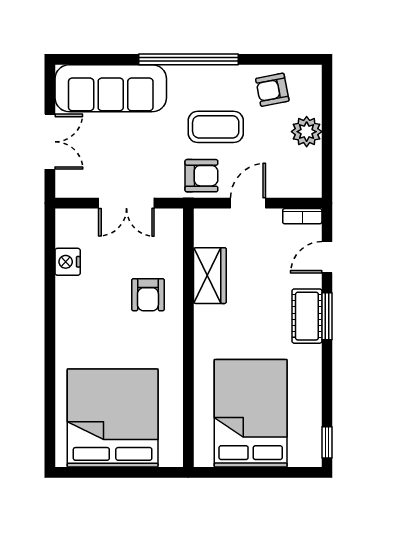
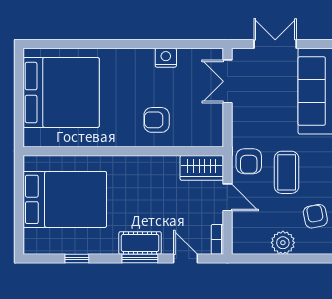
double door: (50, 142) -> (275, 44), swing flipped
double door: (126, 203) -> (227, 81), moved
nightstand: (68, 262) -> (166, 58), moved
wardrobe: (210, 276) -> (202, 168), moved
window: (327, 442) -> (77, 259), moved

